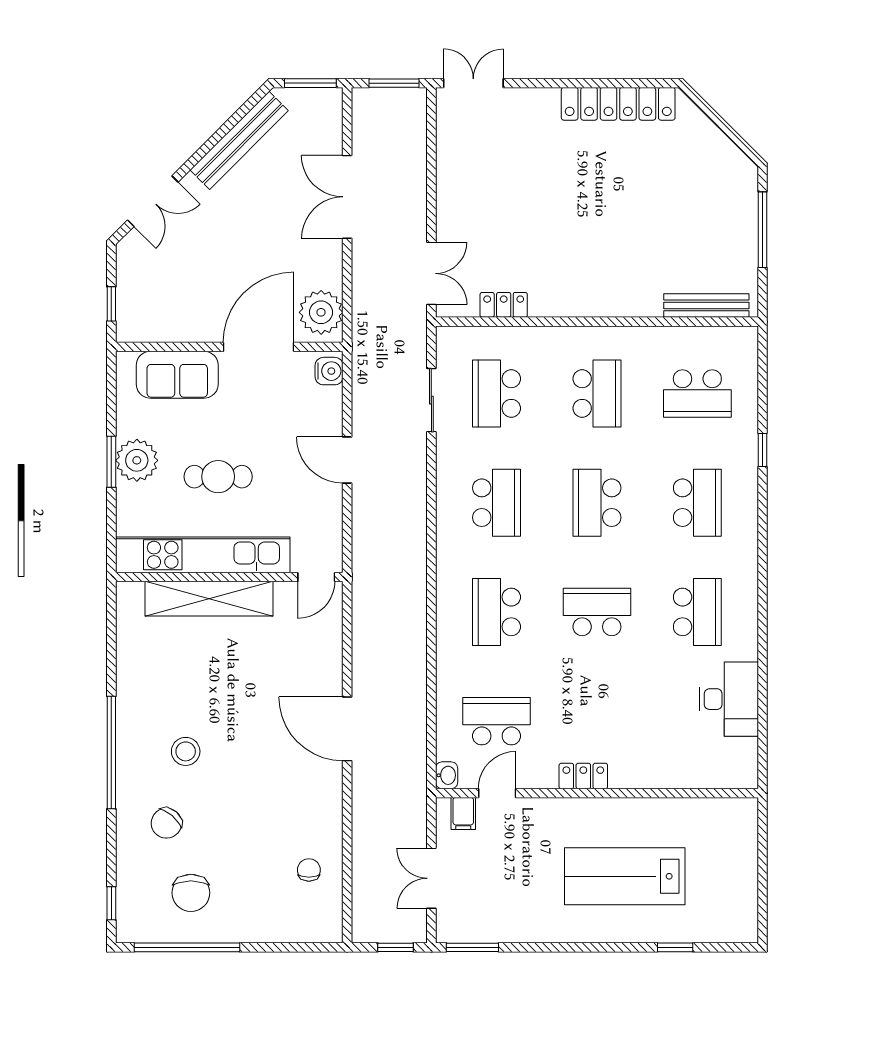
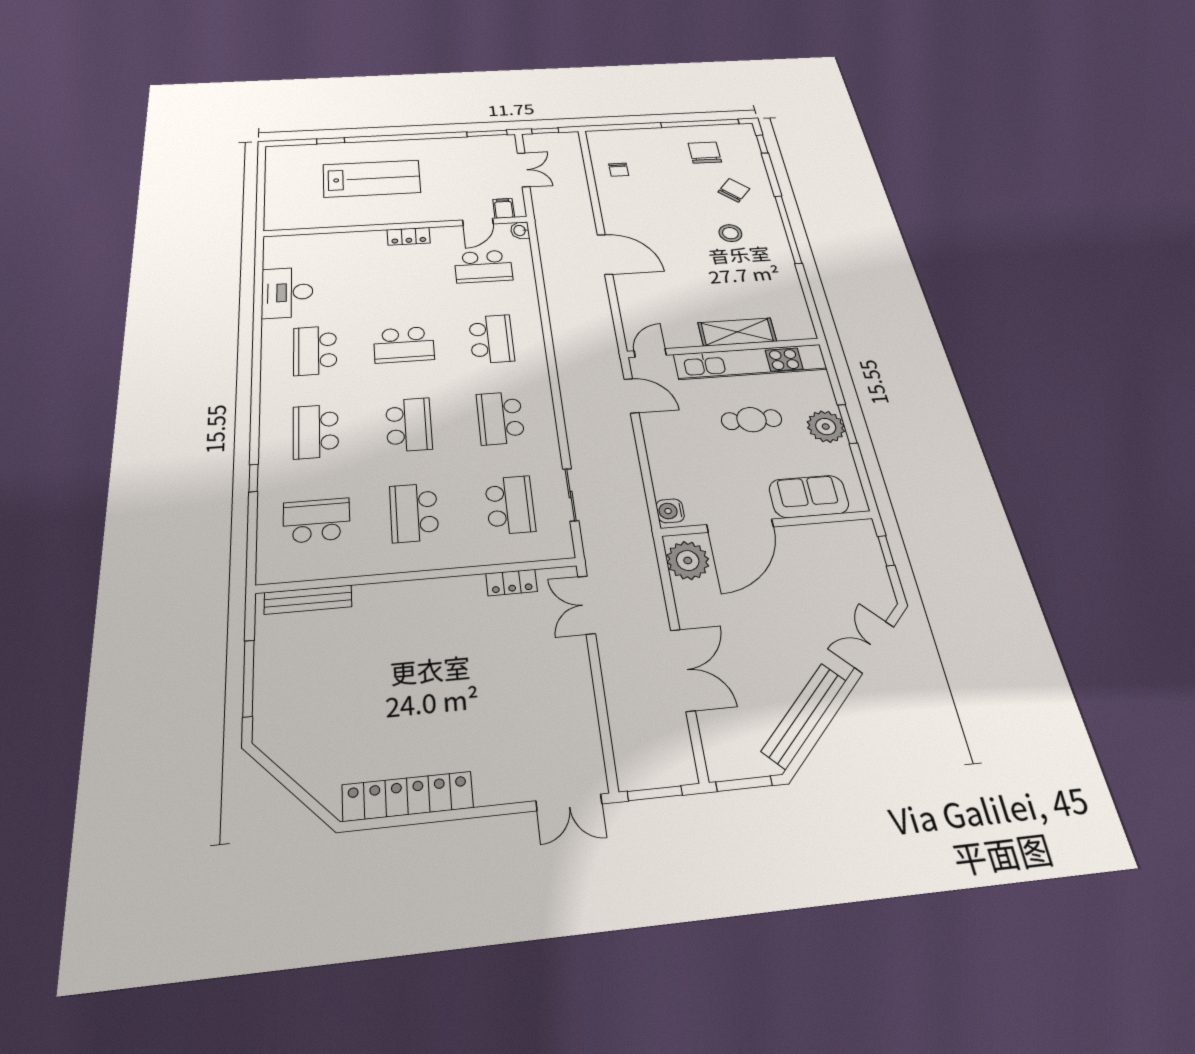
door: (347, 460) -> (631, 396), moved
shelving: (209, 599) -> (737, 332), width x0.68

